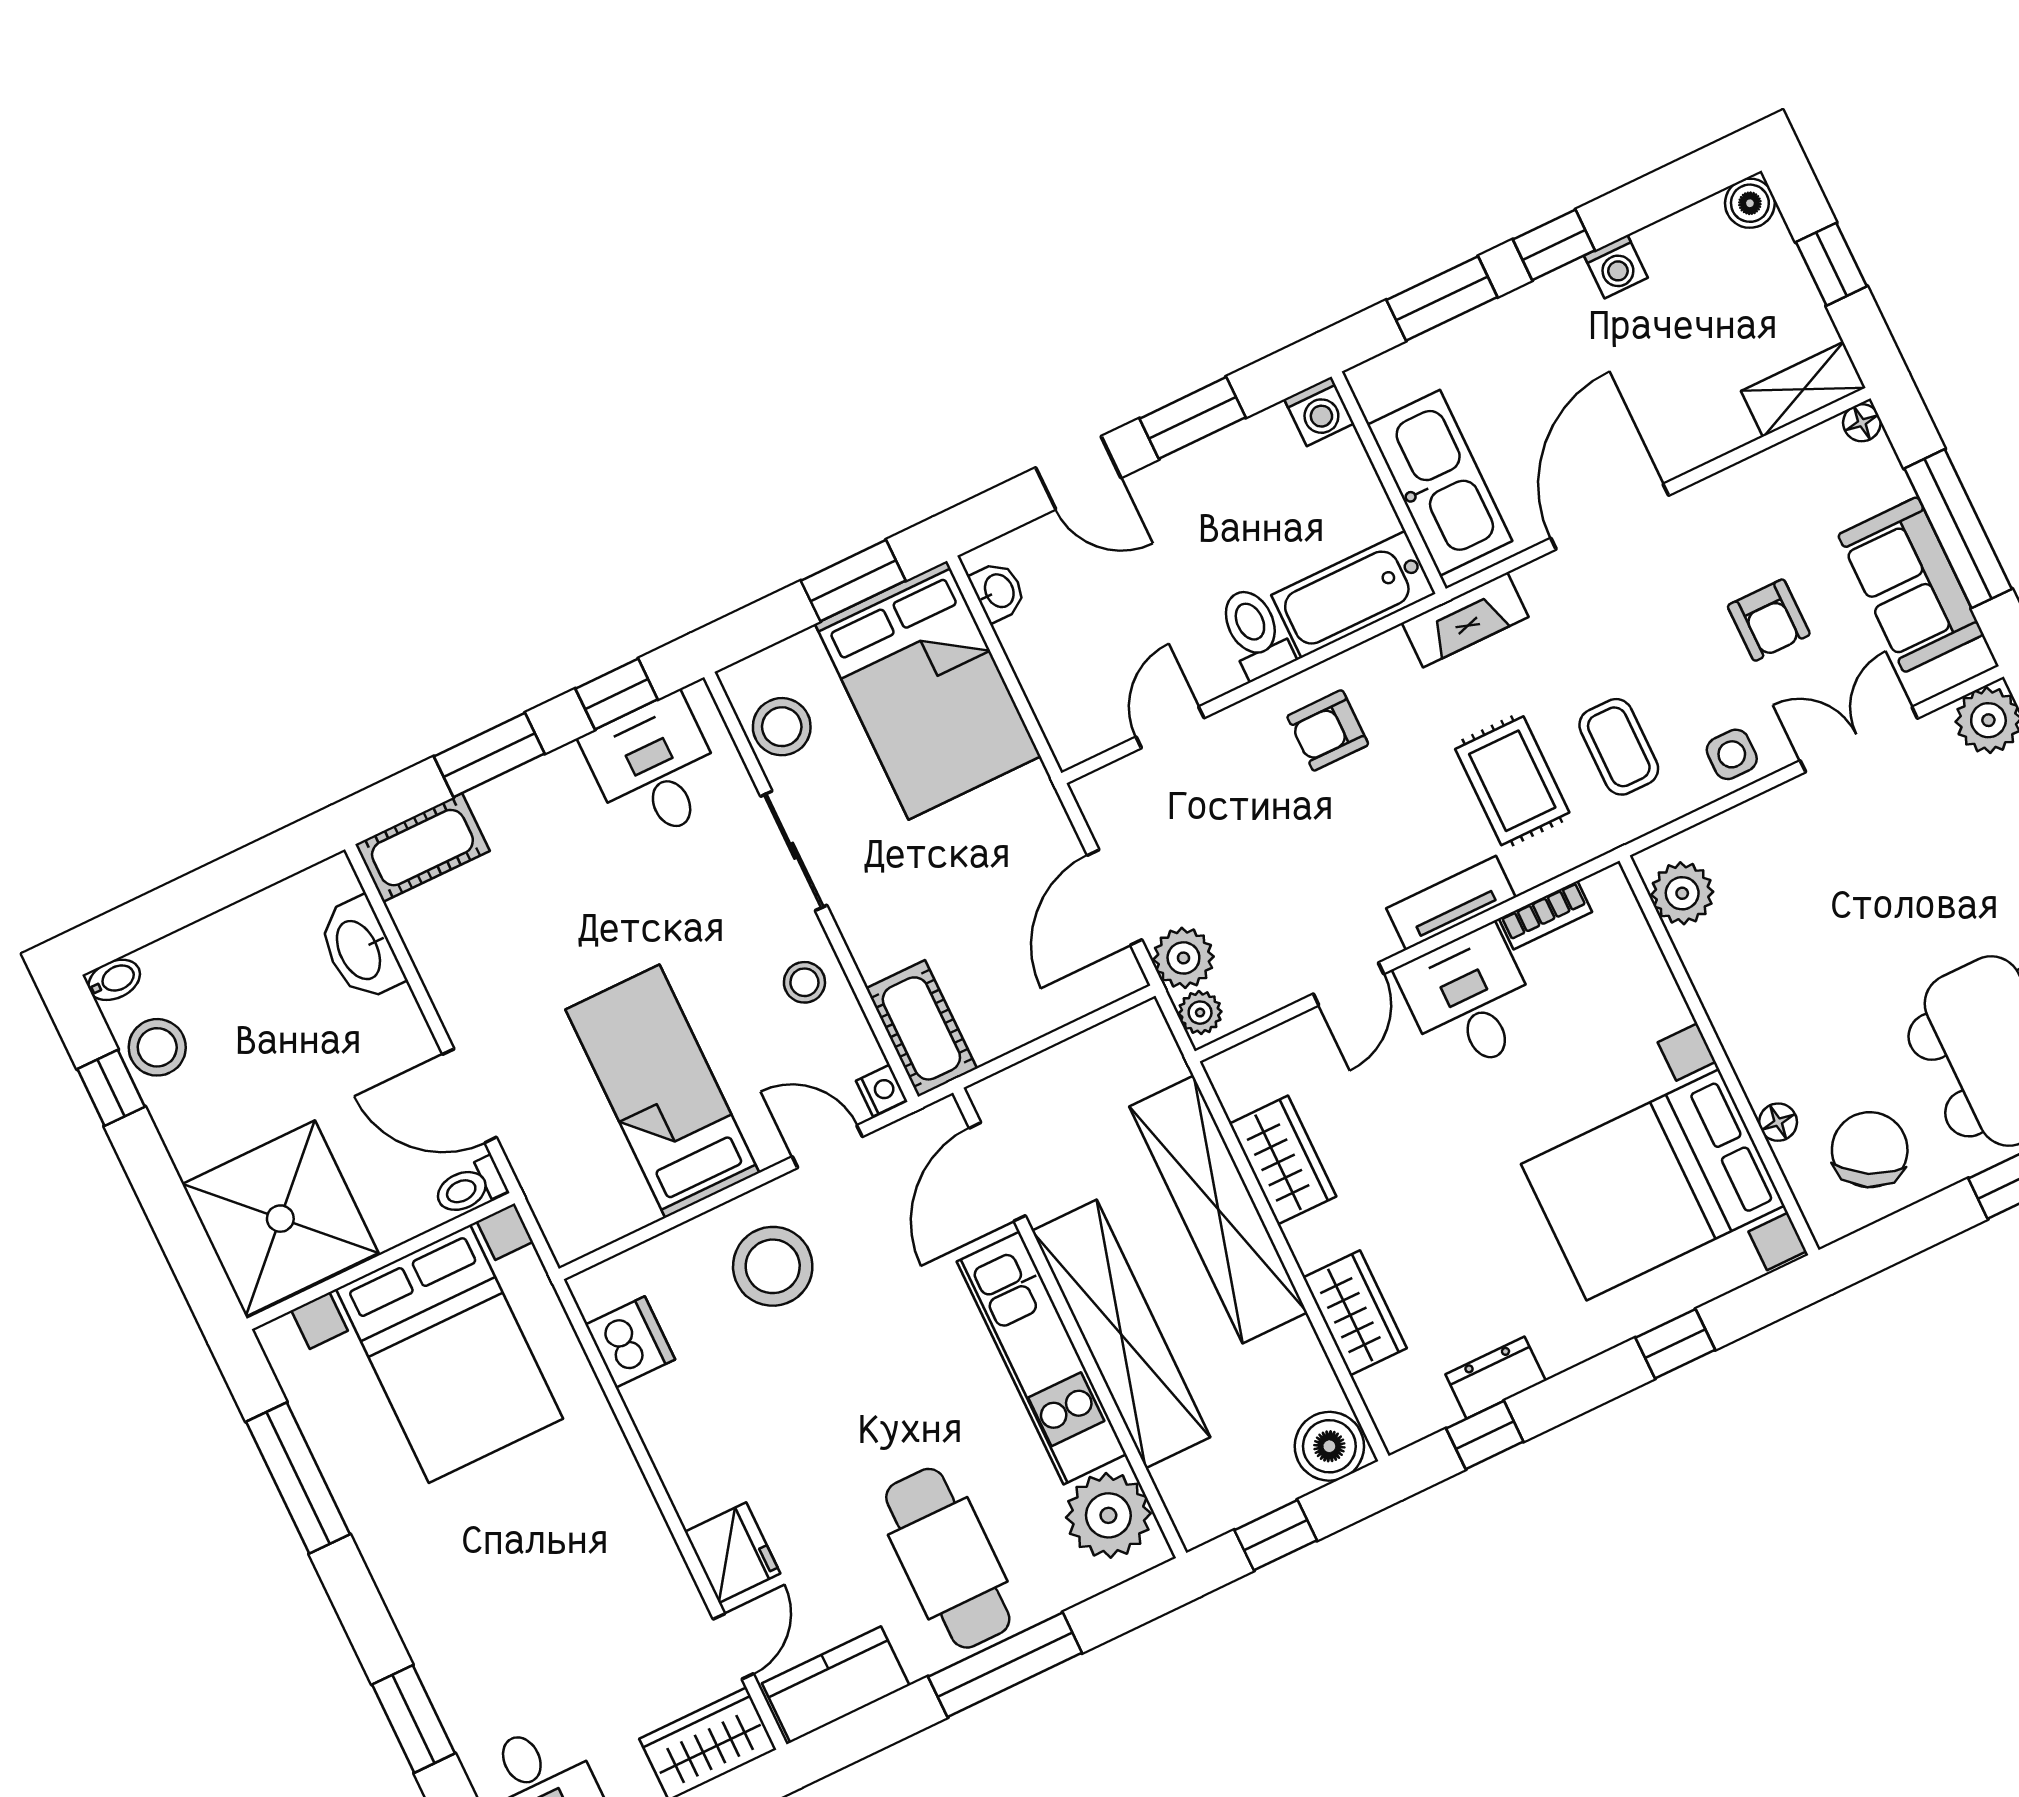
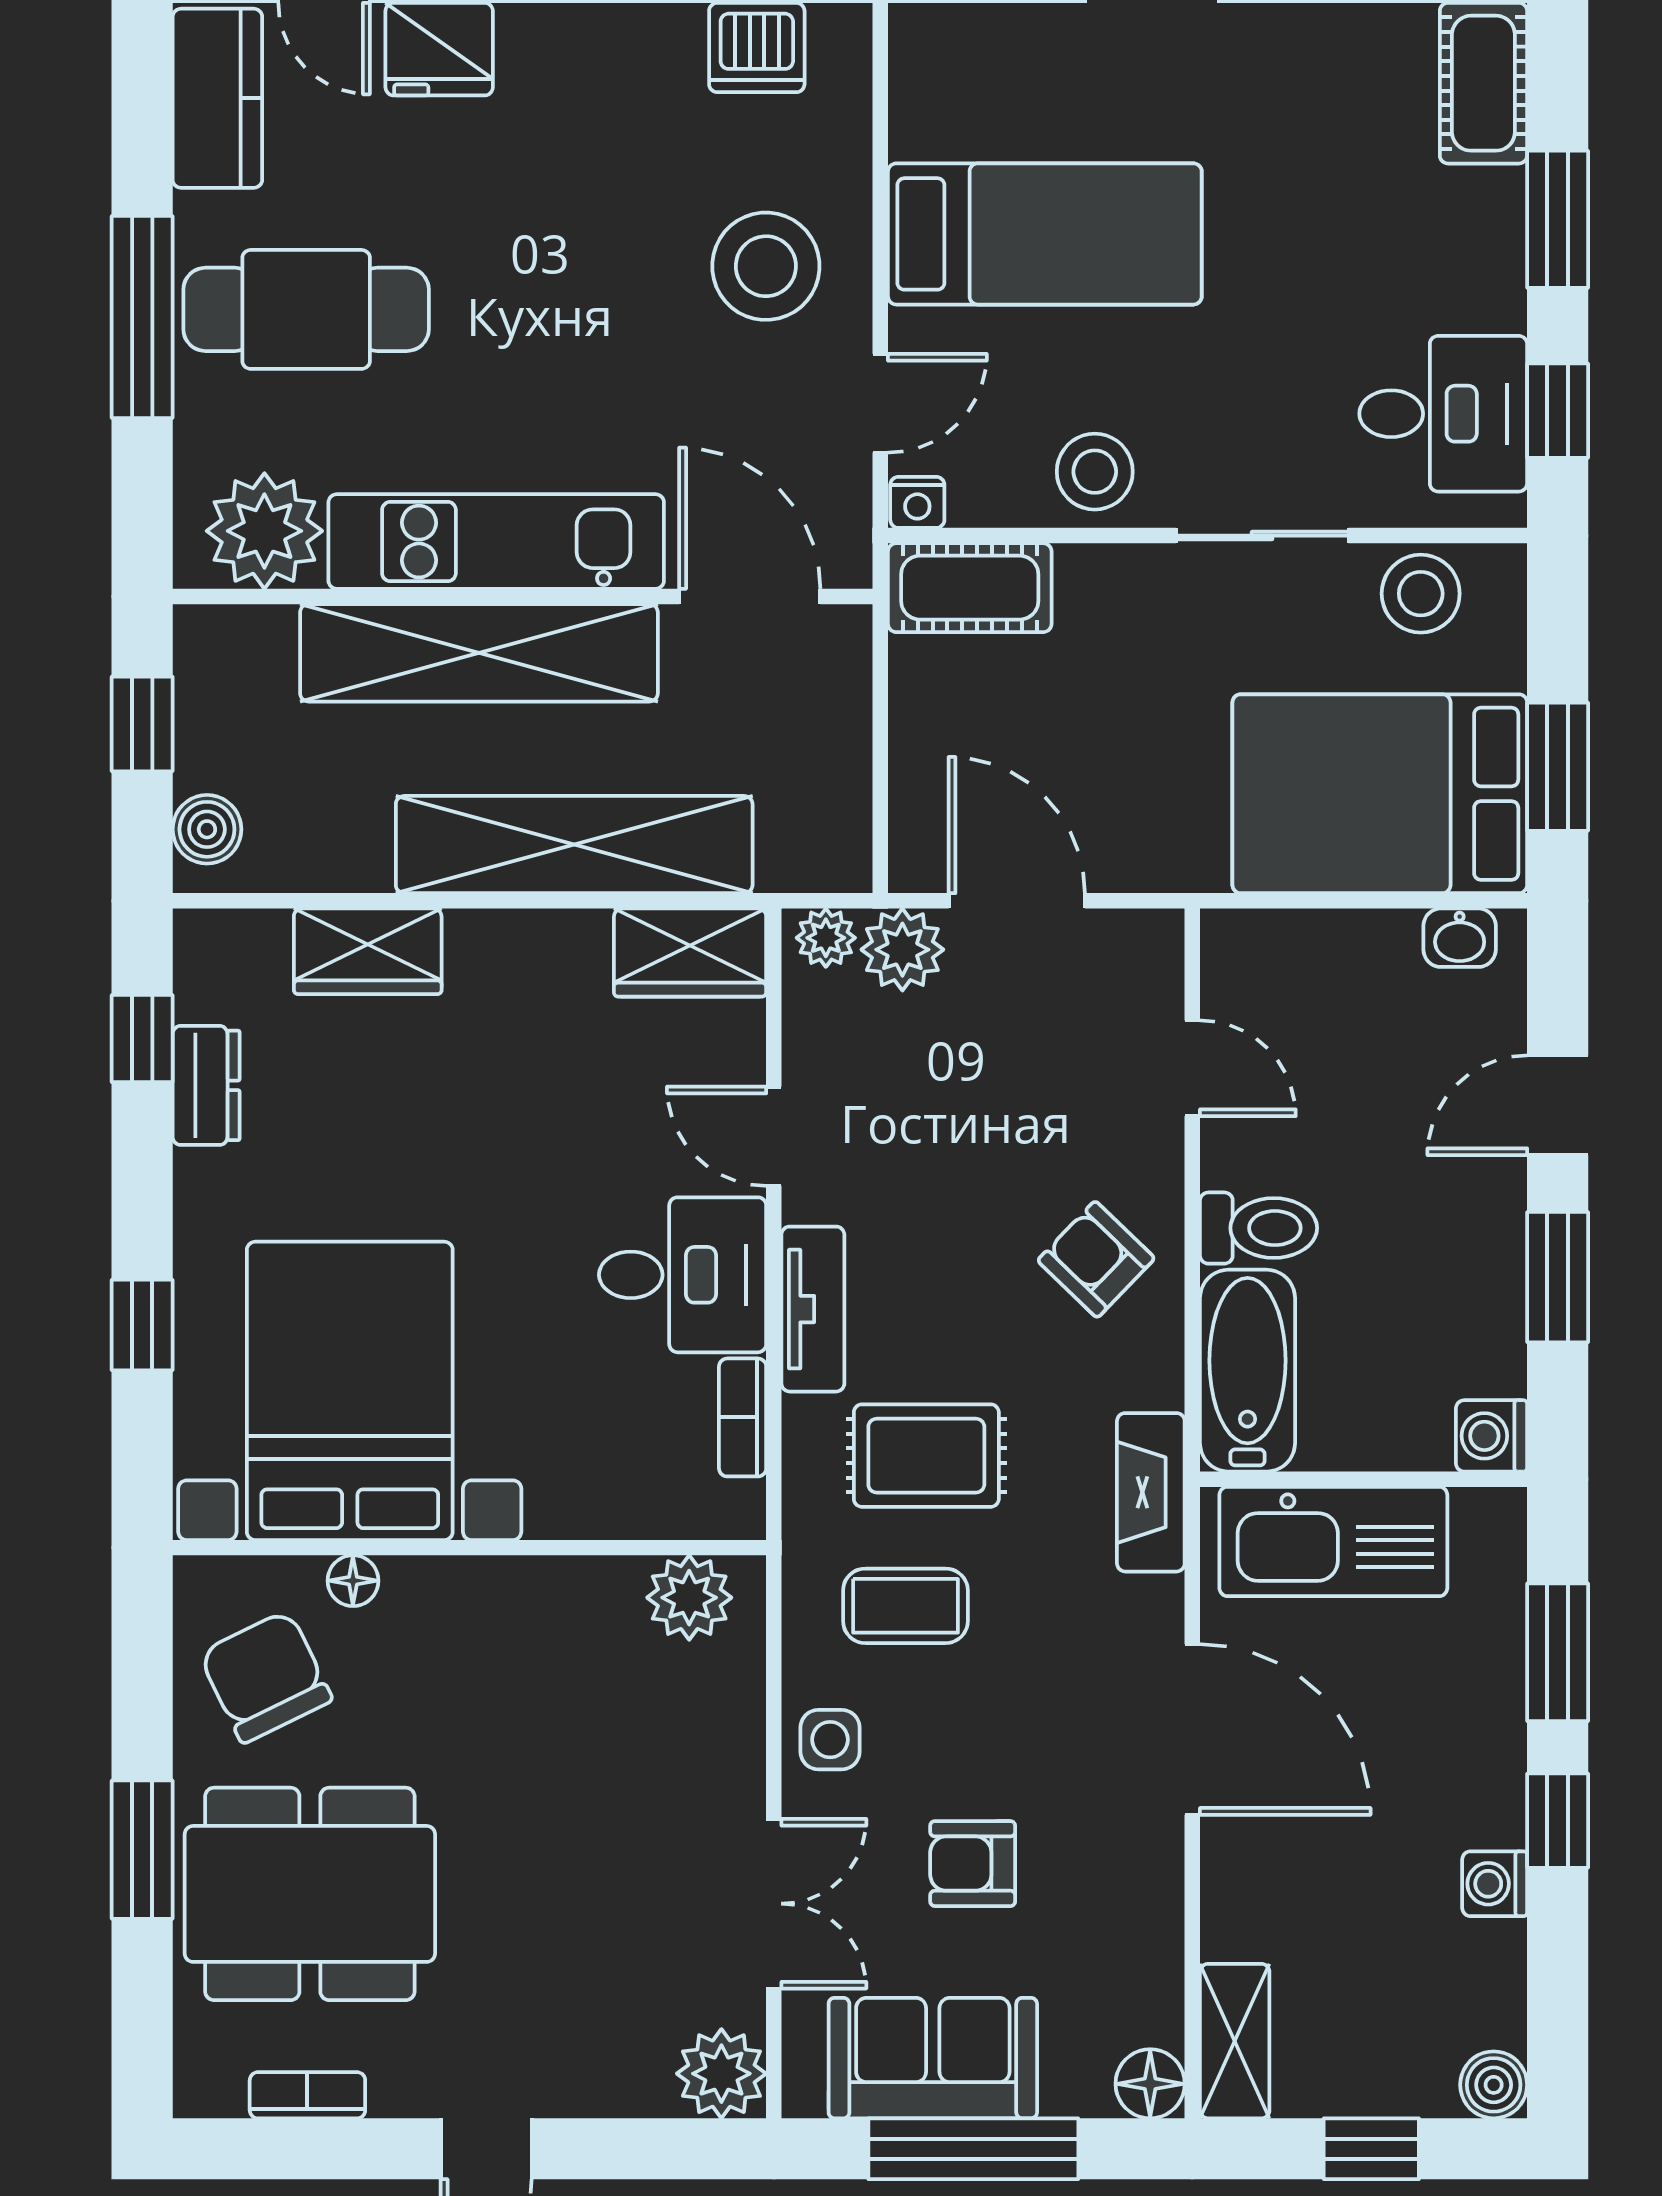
floor lamp: (1862, 423) -> (1150, 2084), width x1.37, depth x1.37
armchair: (1328, 730) -> (1096, 1259), turned -46
stool: (804, 982) -> (1095, 472), width x1.37, depth x1.37
chair: (1870, 1150) -> (266, 1677), turned -145
wardrobe: (1283, 1160) -> (690, 953), moved
boiler: (1329, 1446) -> (207, 829), width x0.73, depth x0.73

